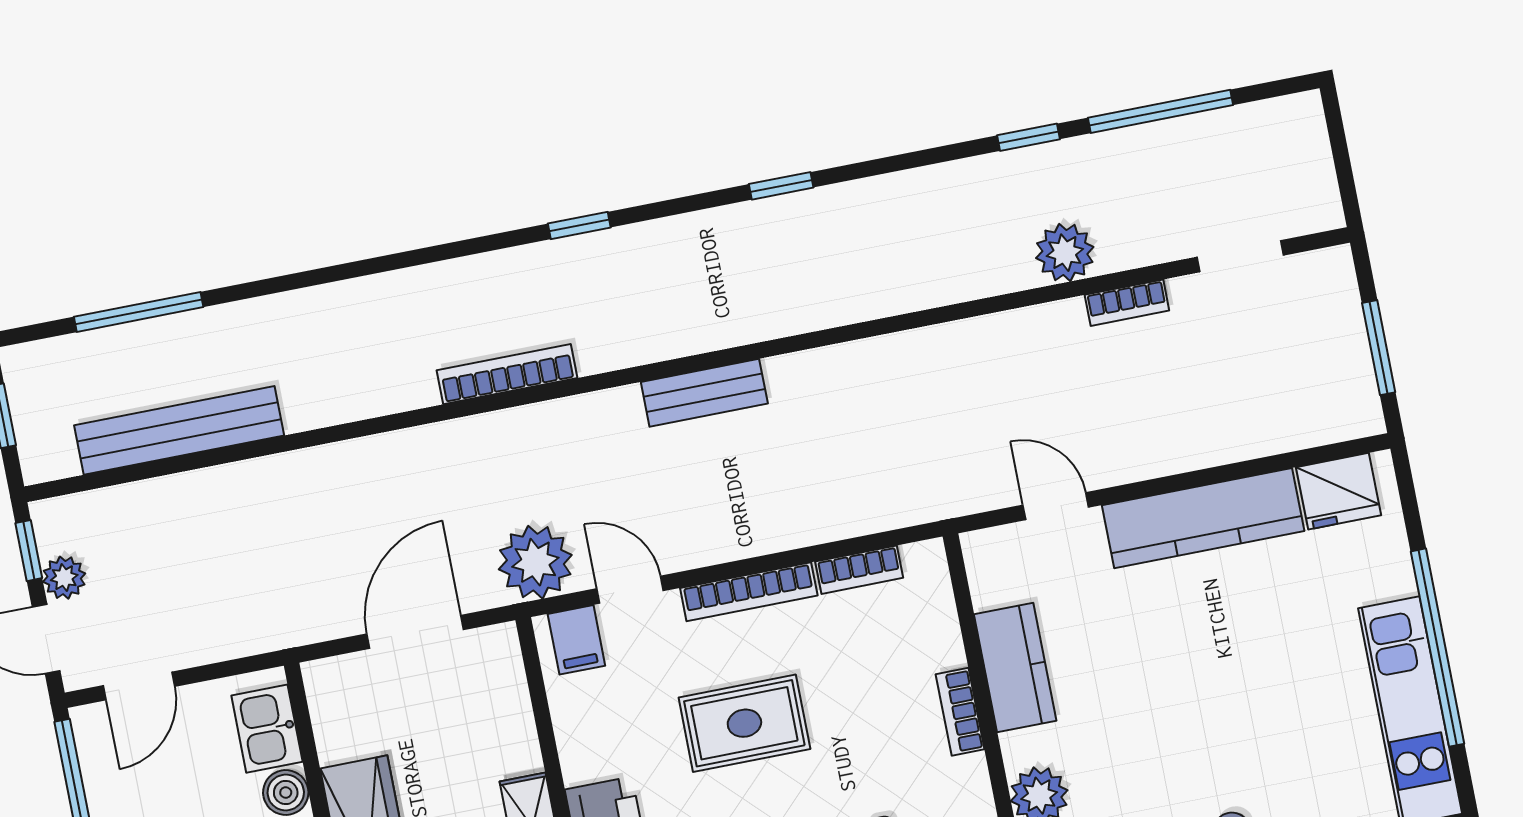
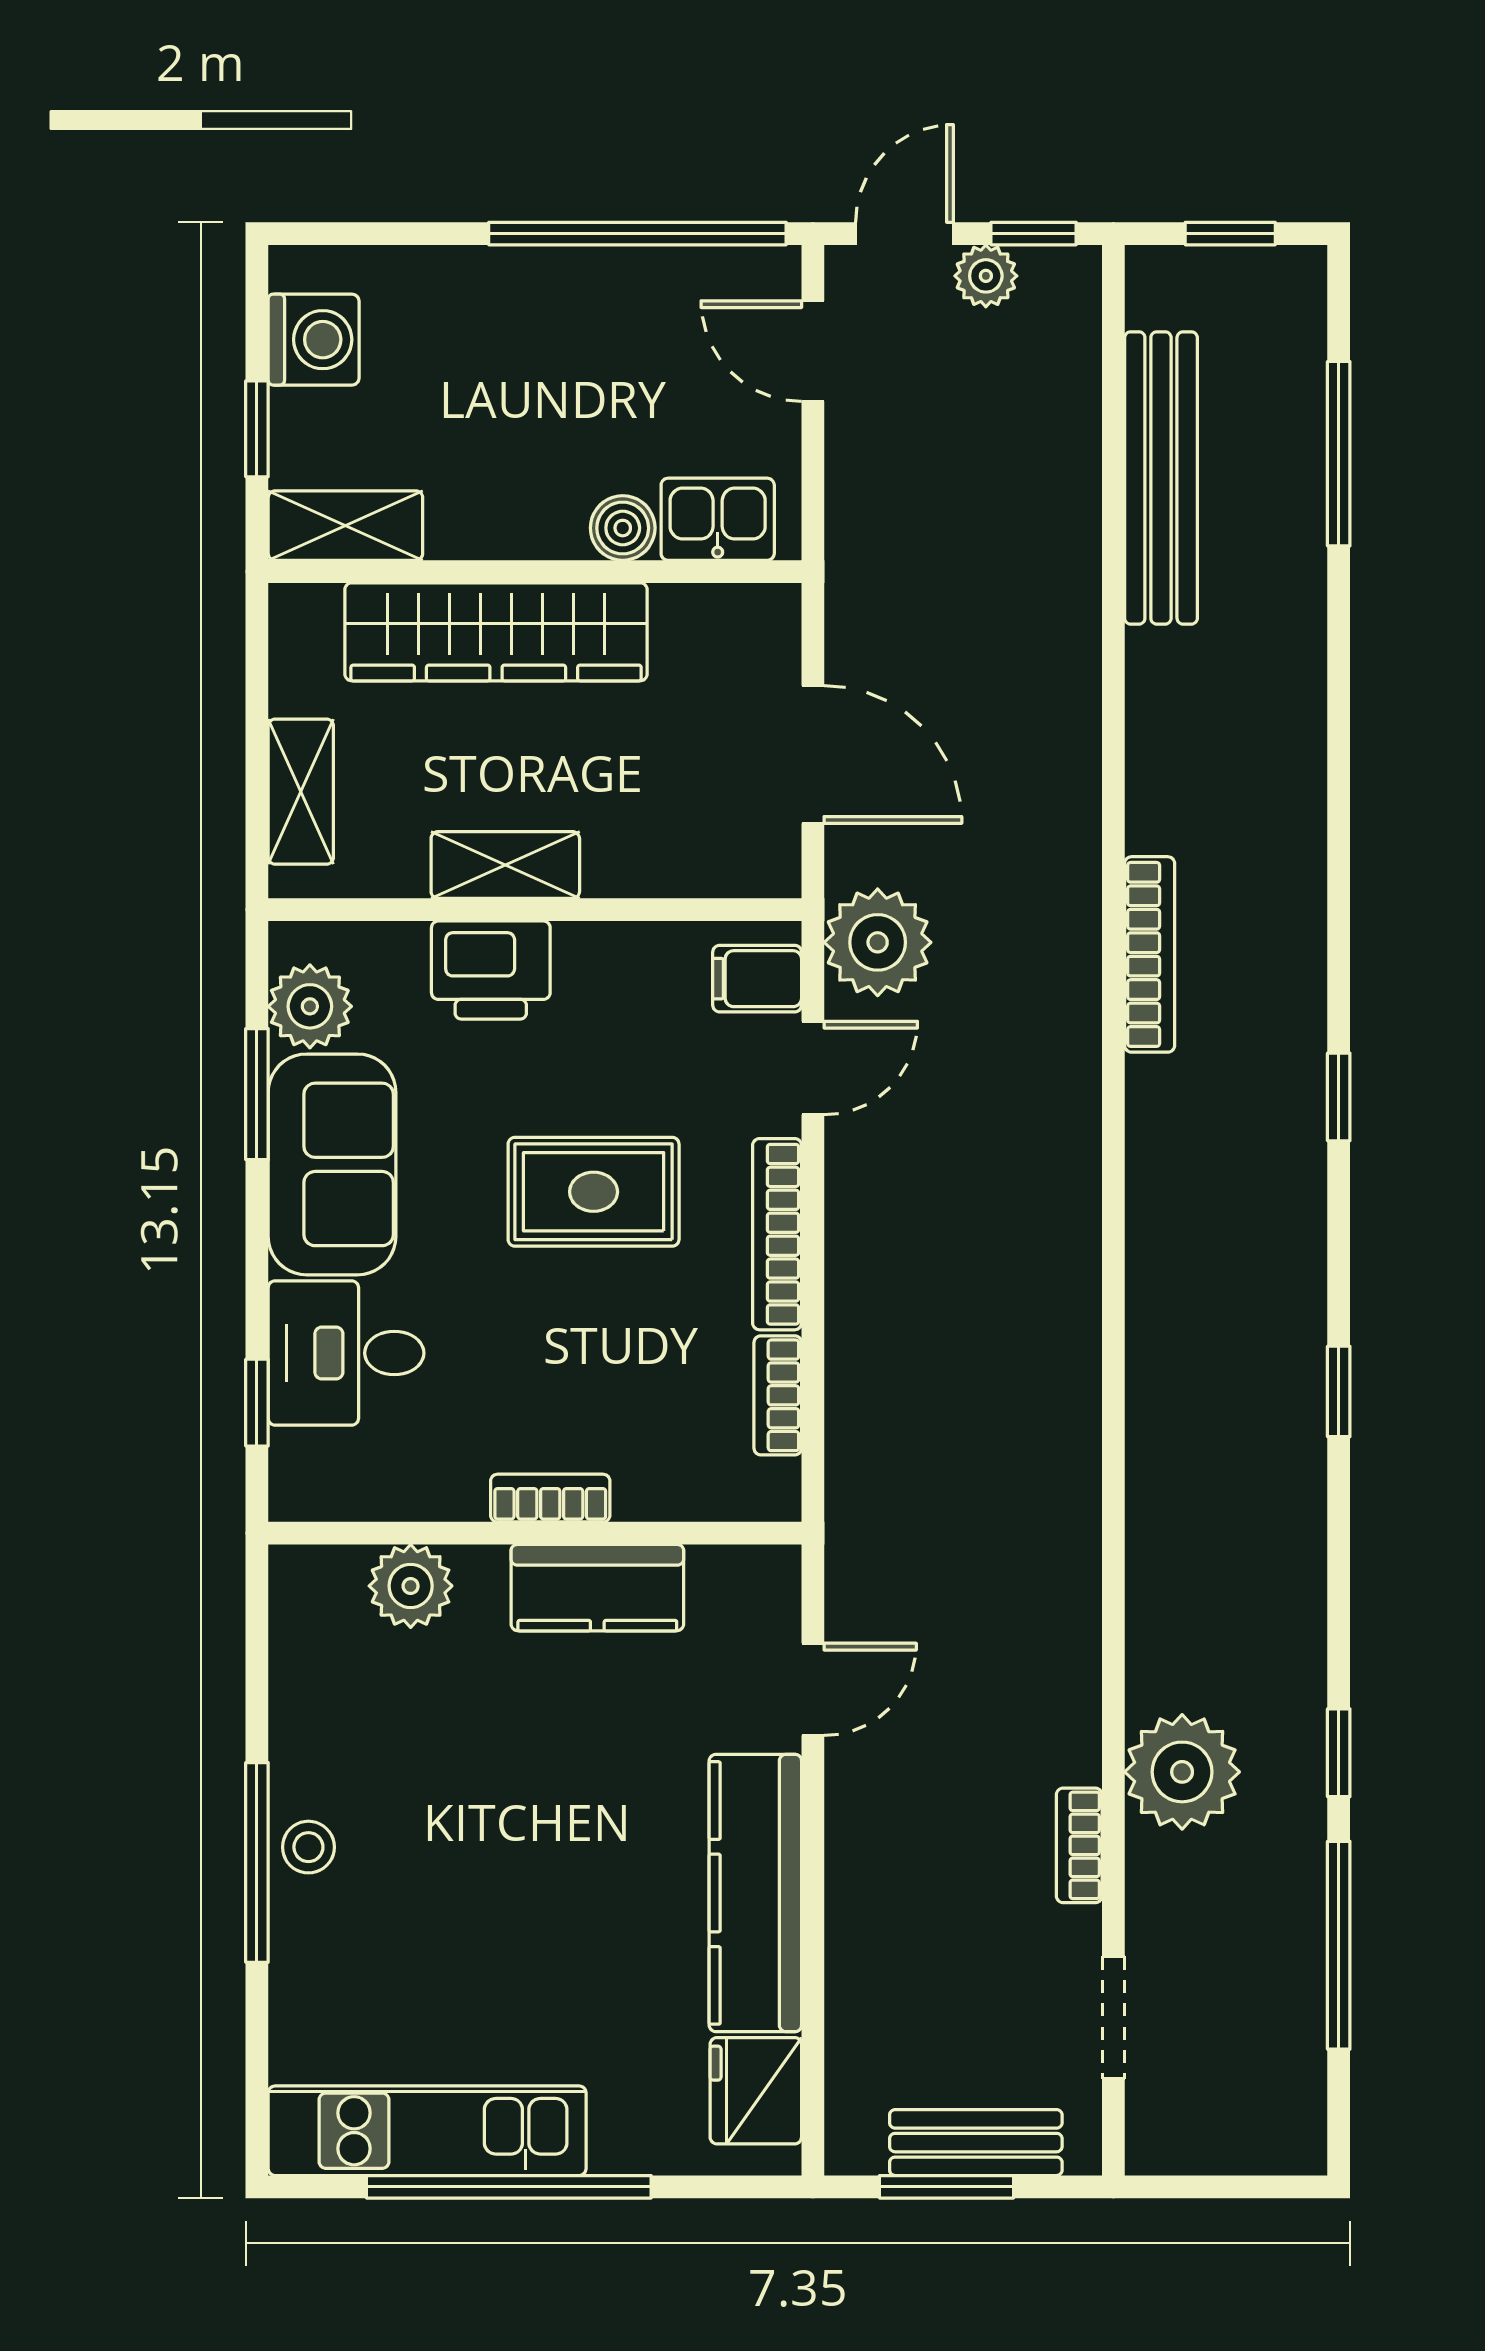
plant: (1065, 253) -> (1182, 1772), width x1.36, depth x1.36
bench: (704, 393) -> (976, 2143), moved, turned 90
rug: (744, 723) -> (594, 1192), turned 90

